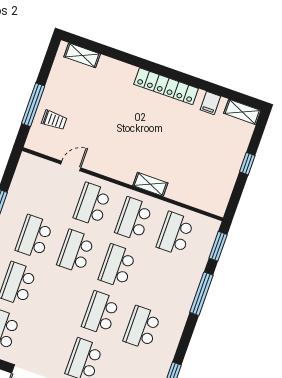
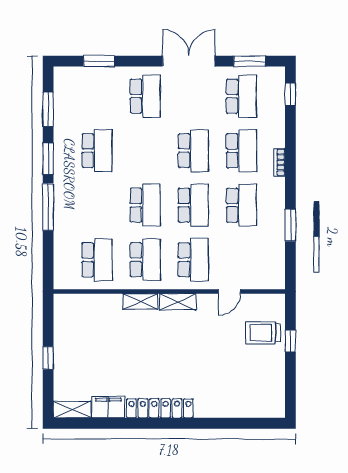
shelving: (82, 55) -> (178, 302), moved
filing cabinet: (210, 103) -> (108, 407), width x2.00
window: (33, 105) -> (290, 341), width x0.46
trolley: (54, 120) -> (263, 333), width x1.36, depth x1.39
window: (218, 246) -> (48, 159), moved
school desk: (101, 313) -> (193, 151), moved

